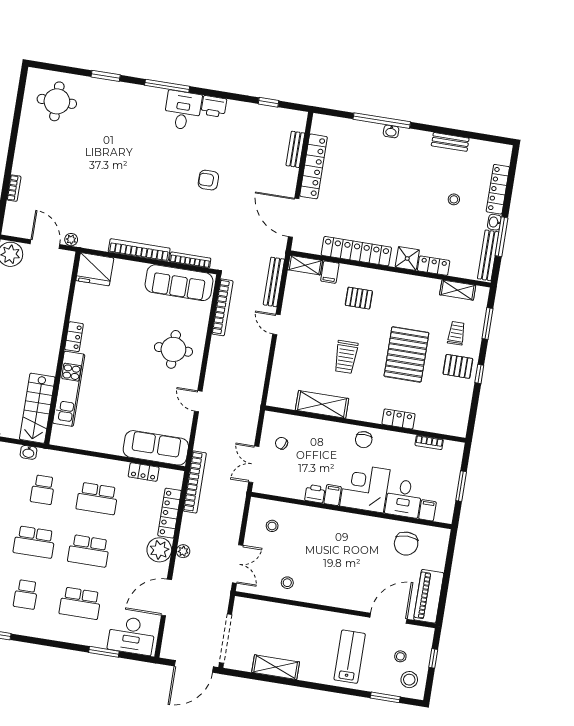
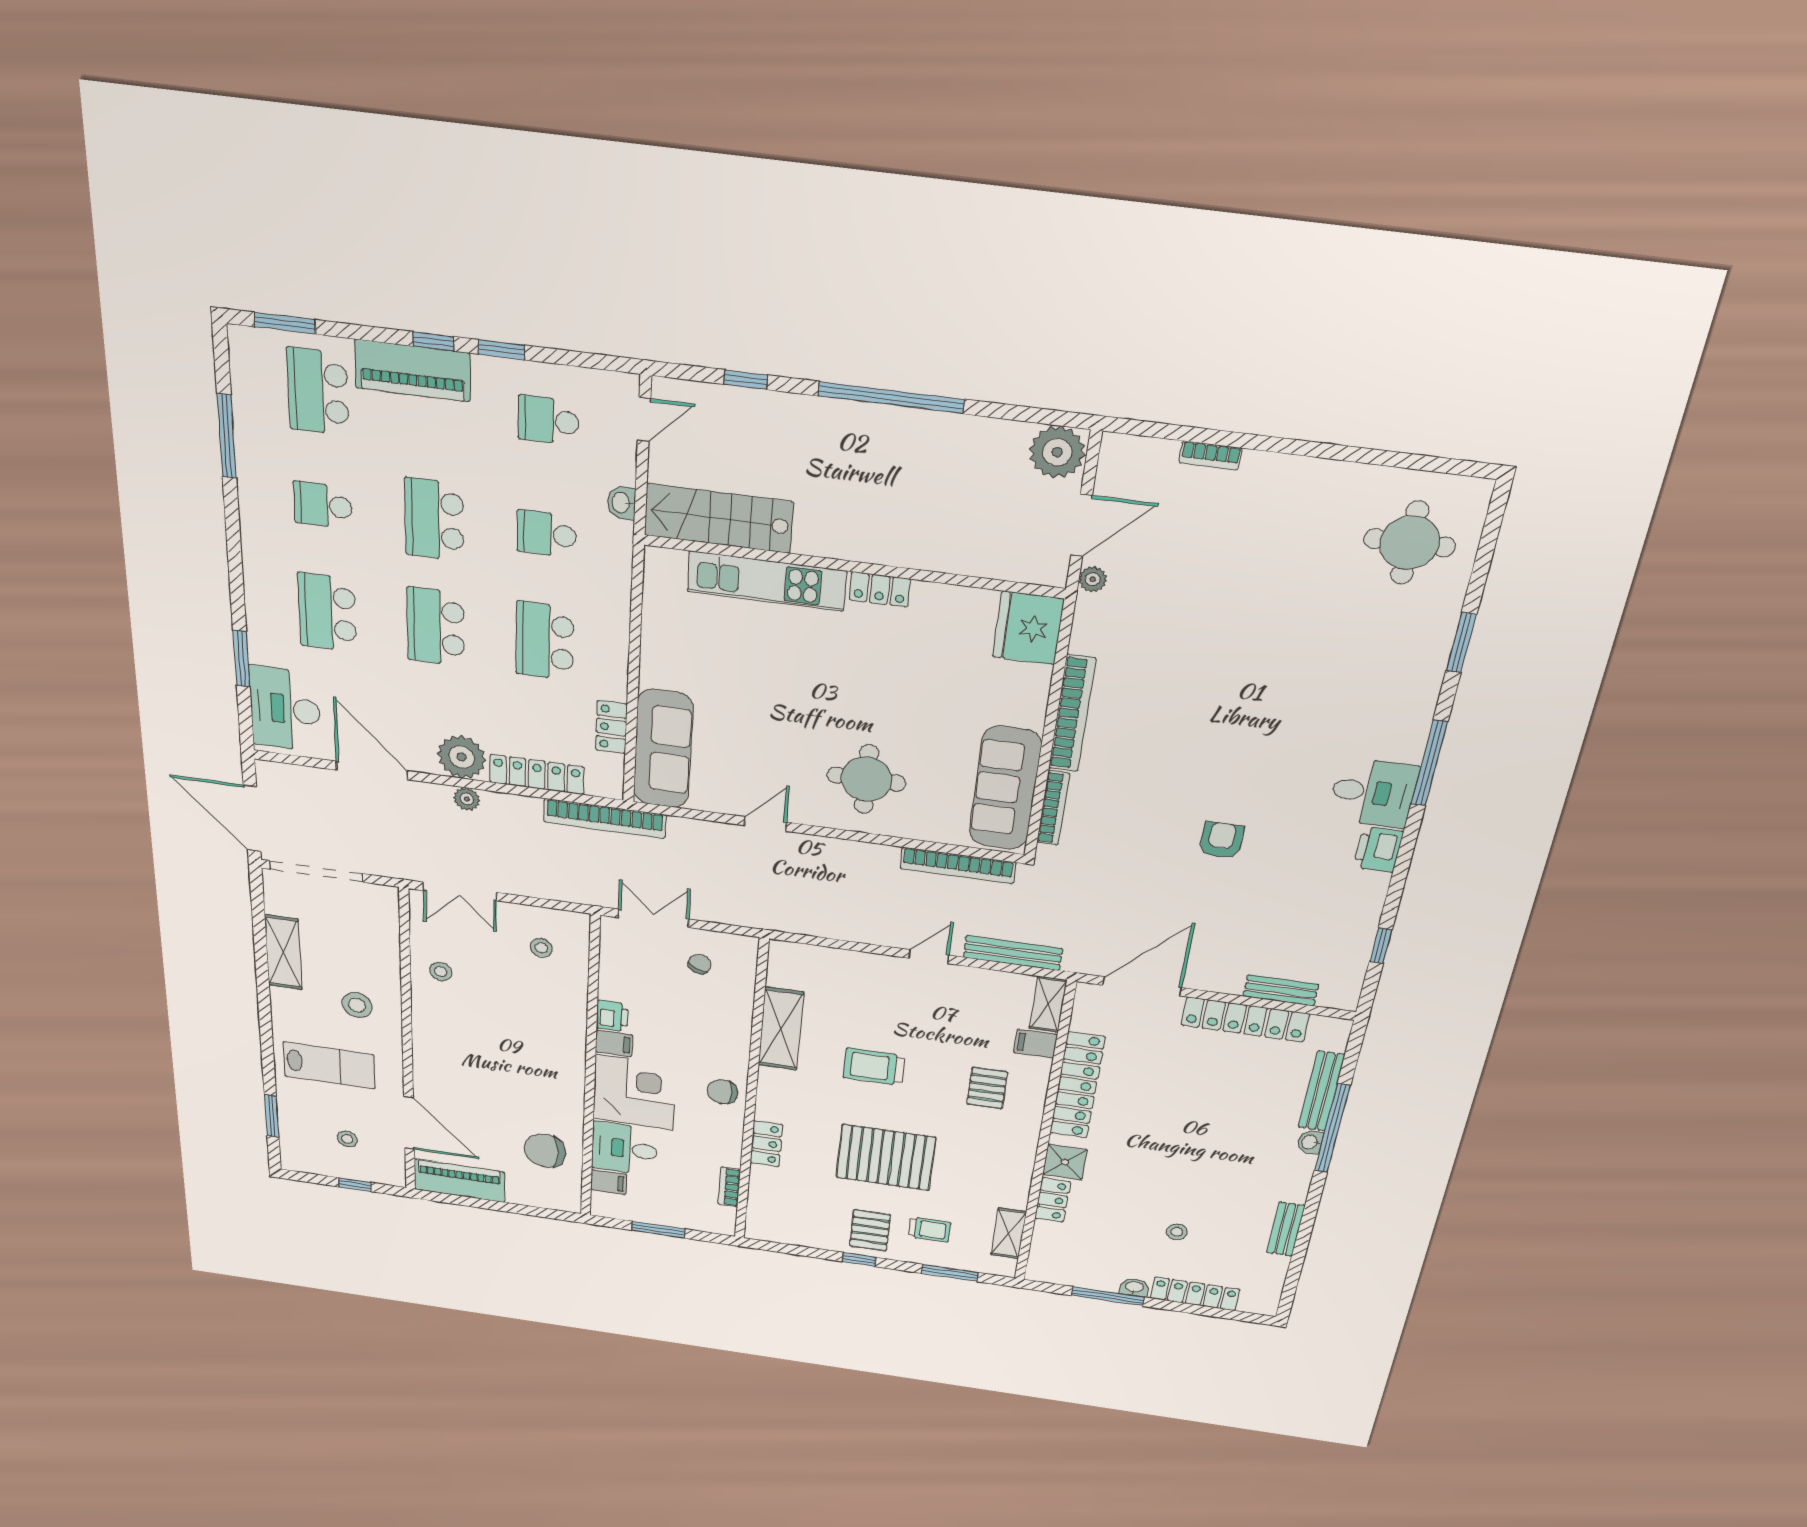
bench: (488, 255) -> (1321, 1091), moved, turned 90
stool: (409, 680) -> (357, 1005), moved

